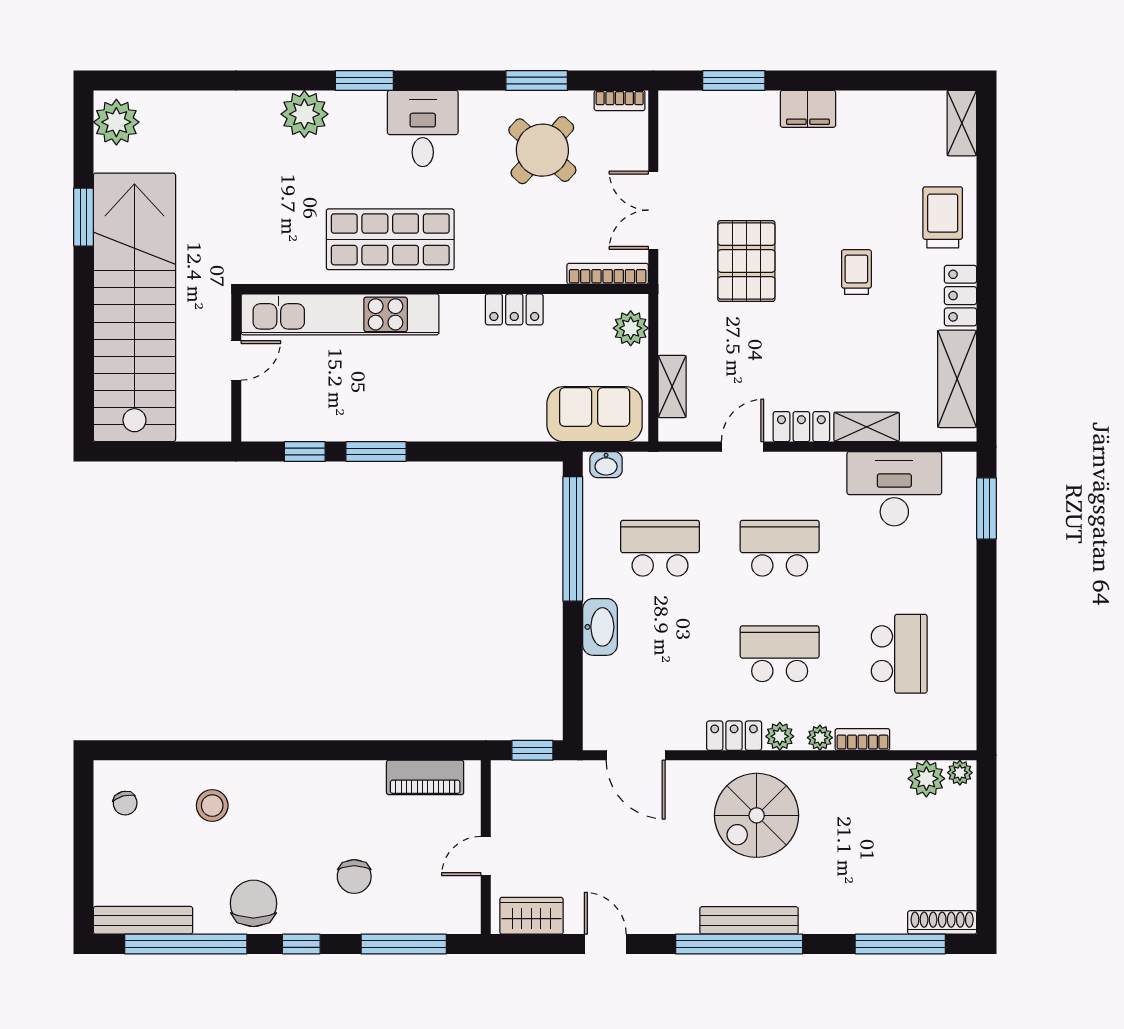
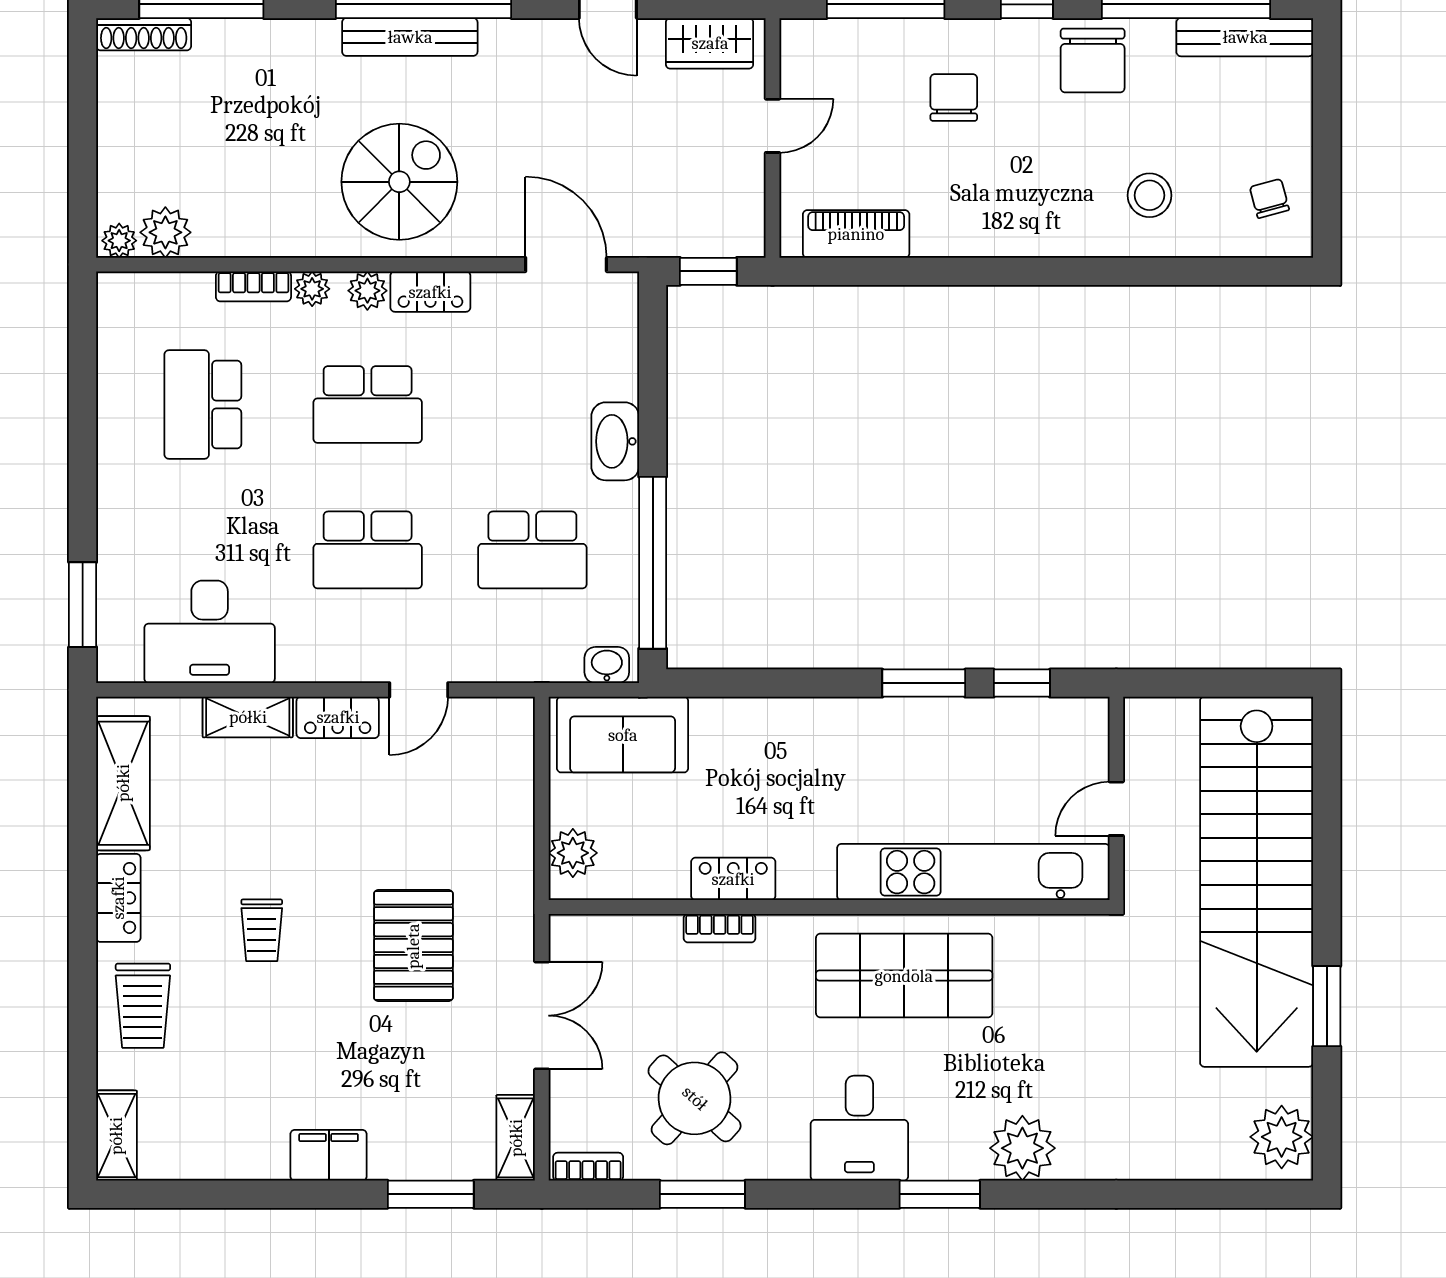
bookcase: (608, 274) -> (720, 928), moved, width x0.64
shelving: (672, 387) -> (516, 1138), moved

